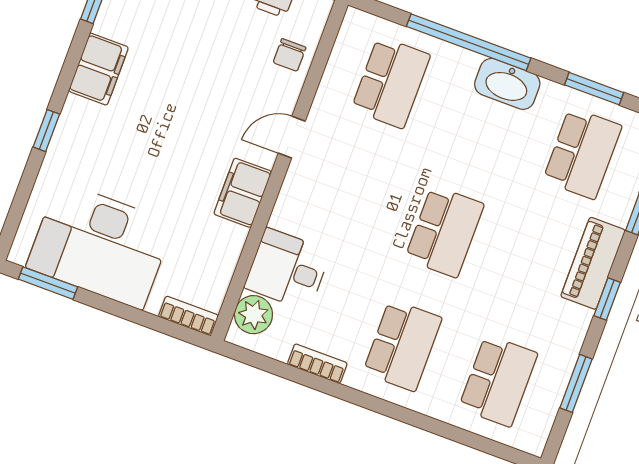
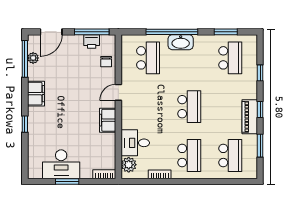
washbasin: (507, 84) -> (181, 42), moved
desk: (100, 245) -> (61, 164), width x0.73, depth x0.77
piano: (593, 263) -> (250, 117), moved
window: (48, 283) -> (67, 181), moved

